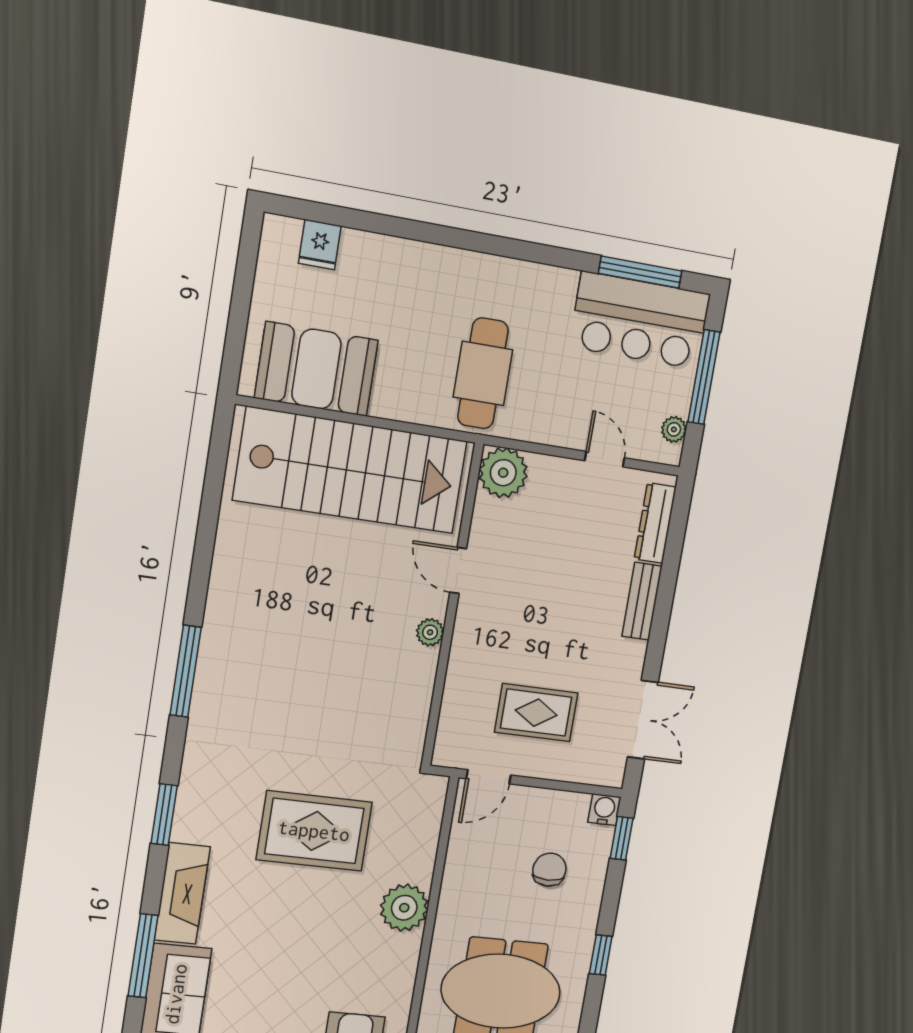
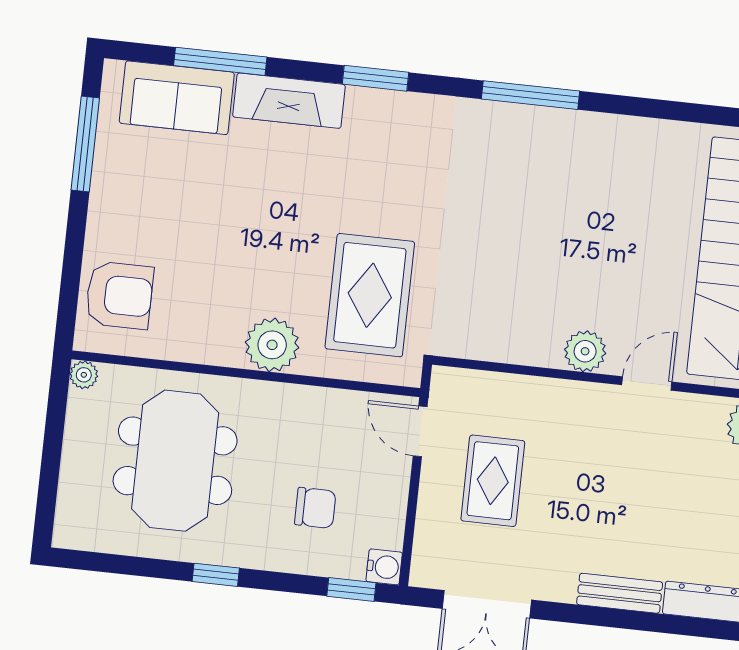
plant: (430, 632) -> (585, 351), width x1.38, depth x1.38
rug: (314, 831) -> (370, 295), moved

